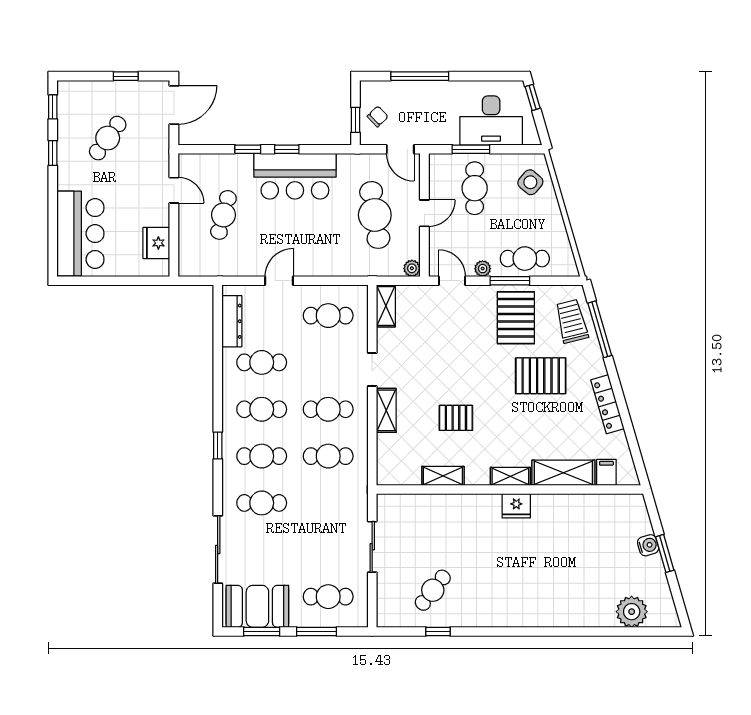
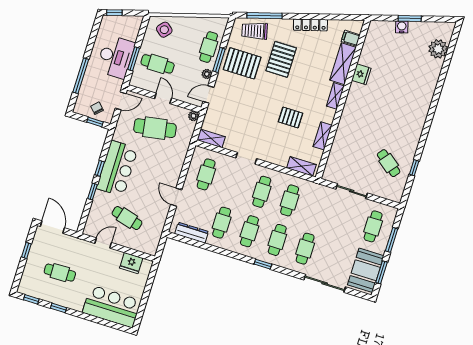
desk: (491, 121) -> (116, 57), moved
cafe table: (108, 138) -> (60, 273), turned -37
shelving: (386, 410) -> (301, 166), moved
pallet: (456, 418) -> (291, 117), turned 90
fridge: (516, 506) -> (361, 74), moved

